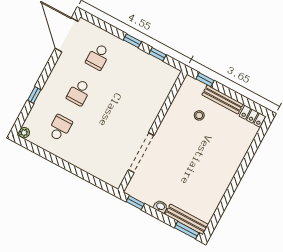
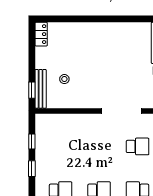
bench: (223, 100) -> (41, 89), moved
school desk: (100, 150) -> (138, 146), added

